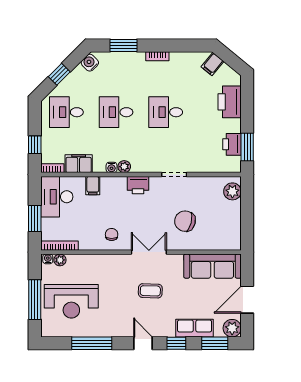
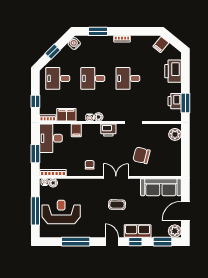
reception desk: (71, 301) -> (61, 212), turned 180
row of seats: (195, 328) -> (138, 231), moved

